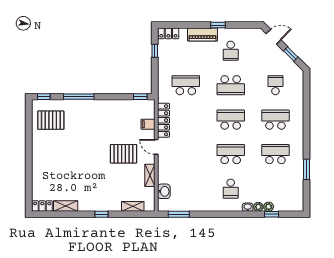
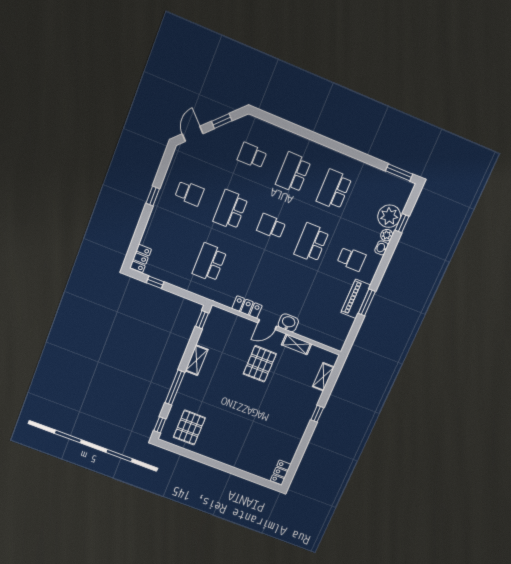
piano: (203, 35) -> (356, 299), moved, turned 180
school desk: (231, 85) -> (230, 210), turned 180
locker: (163, 120) -> (247, 307), width x0.66
school desk: (231, 120) -> (271, 226), width x0.54
filing cabinet: (148, 124) -> (237, 323), removed
window: (306, 169) -> (399, 172), moved
washbasin: (164, 191) -> (288, 323), moved
shelving: (66, 206) -> (197, 360), moved
plant: (269, 207) -> (389, 216), width x1.88, depth x1.88
window: (179, 214) -> (367, 302), moved

